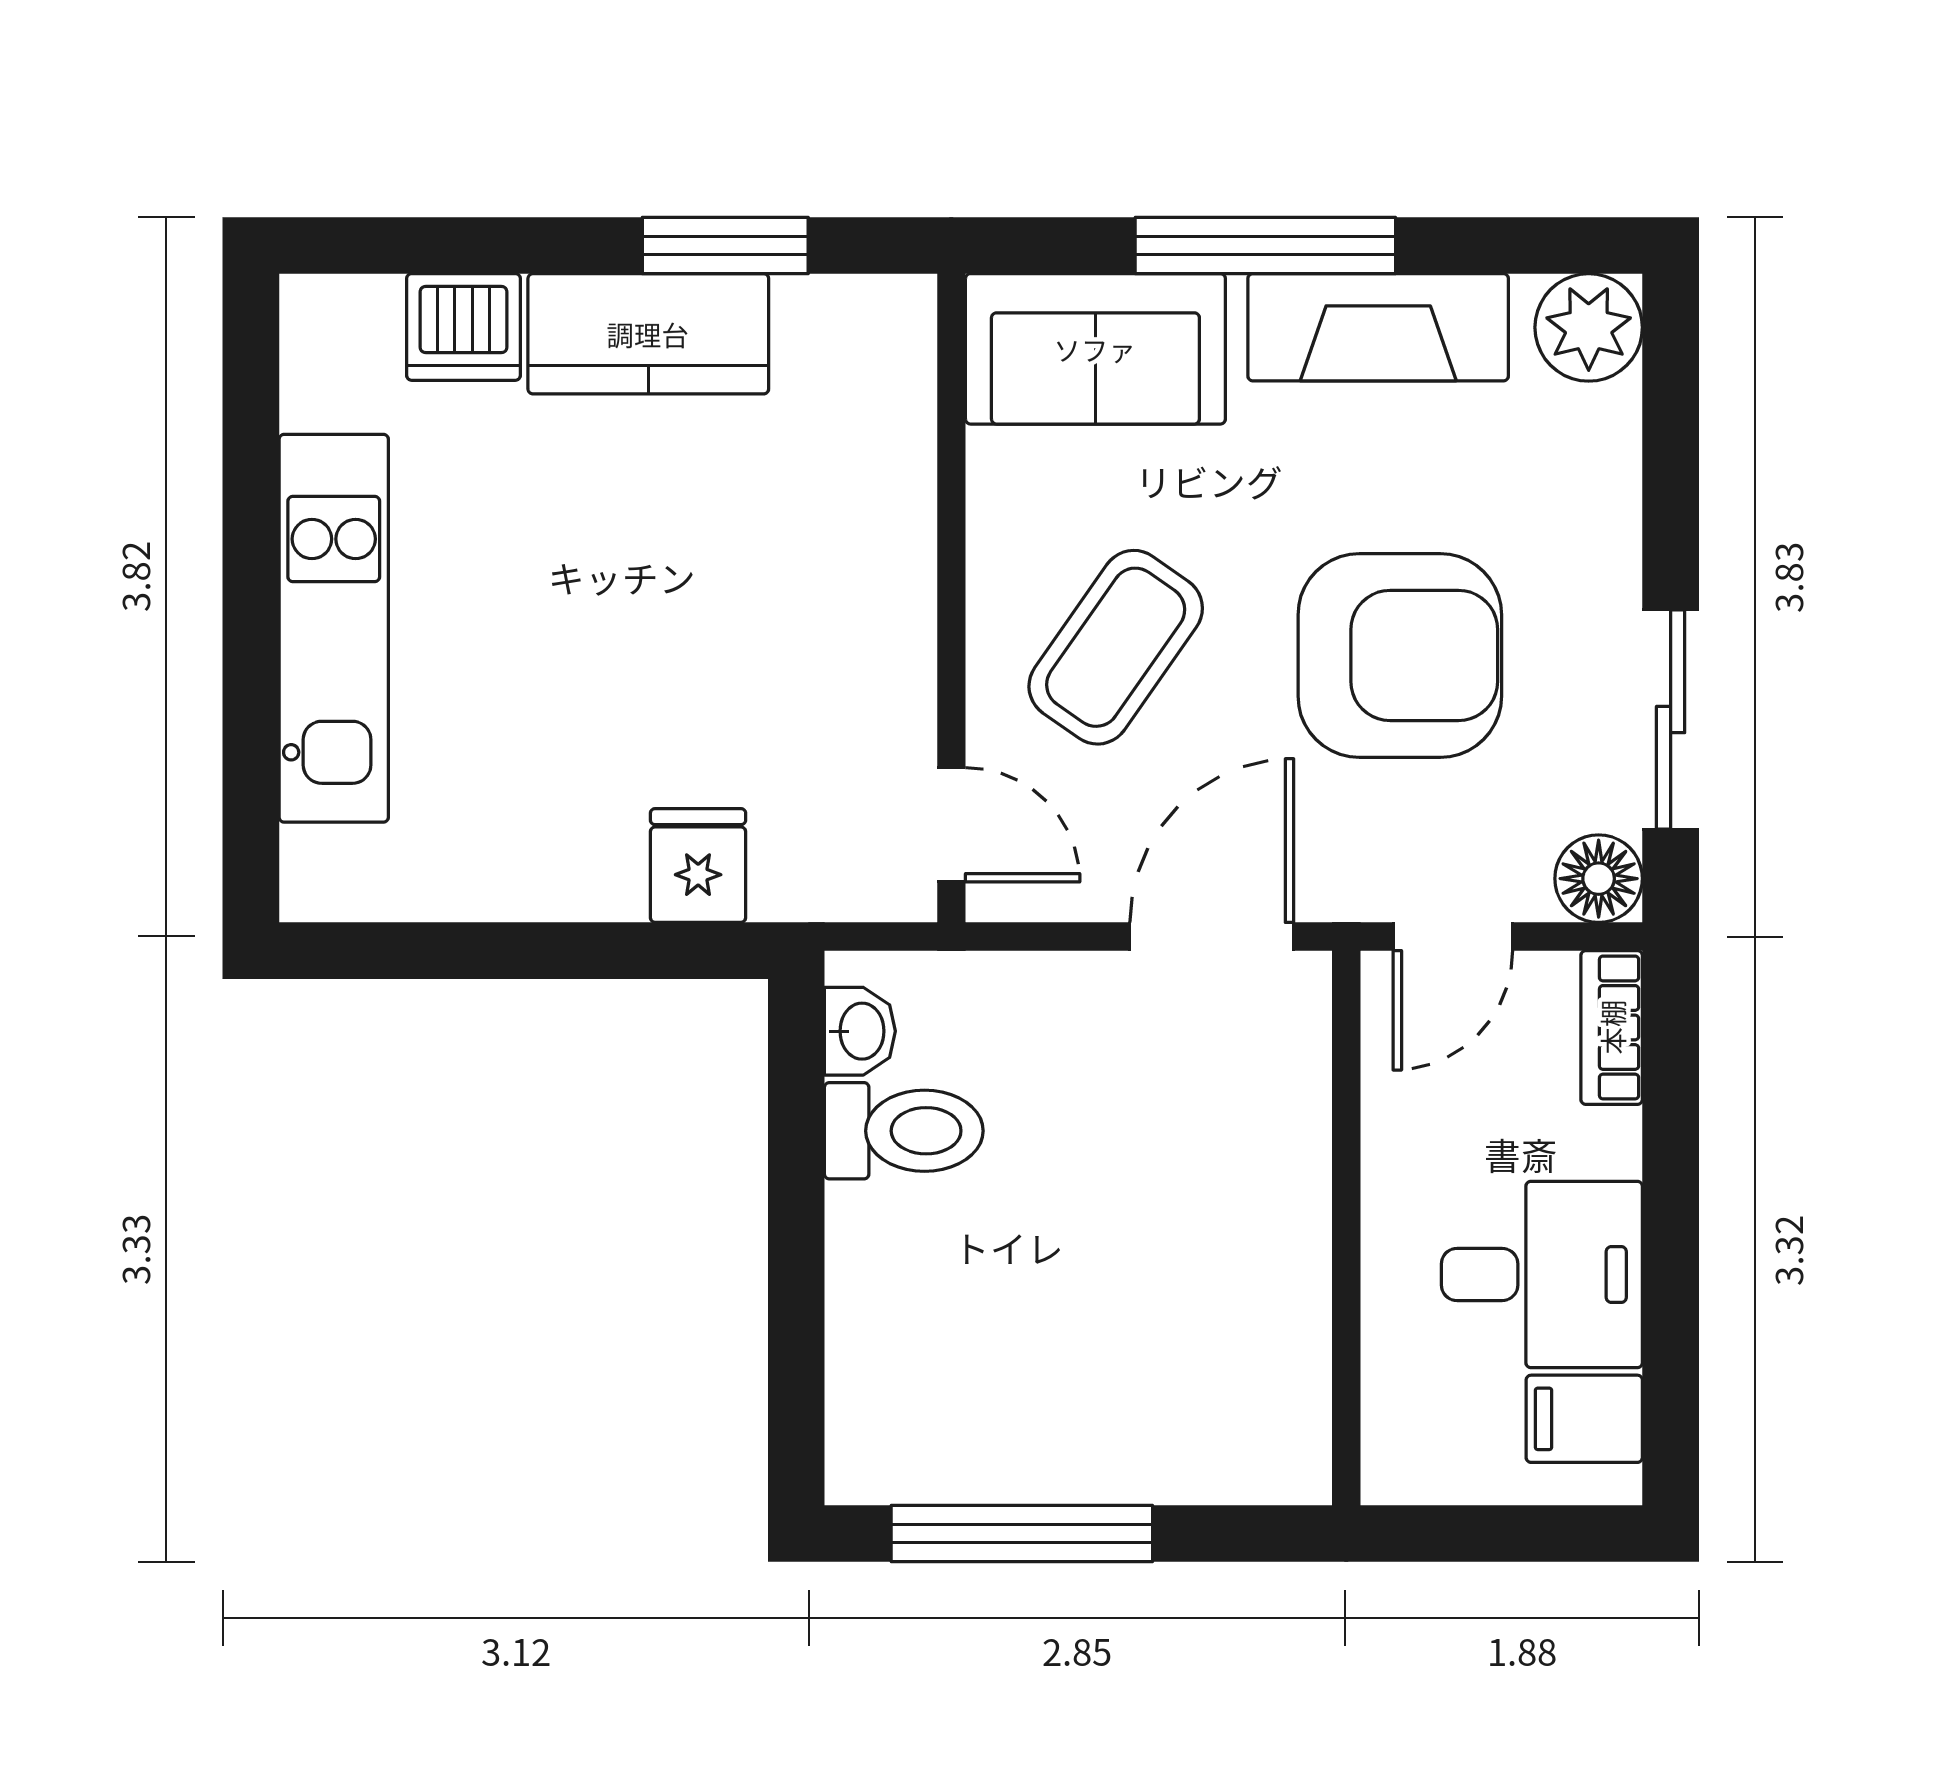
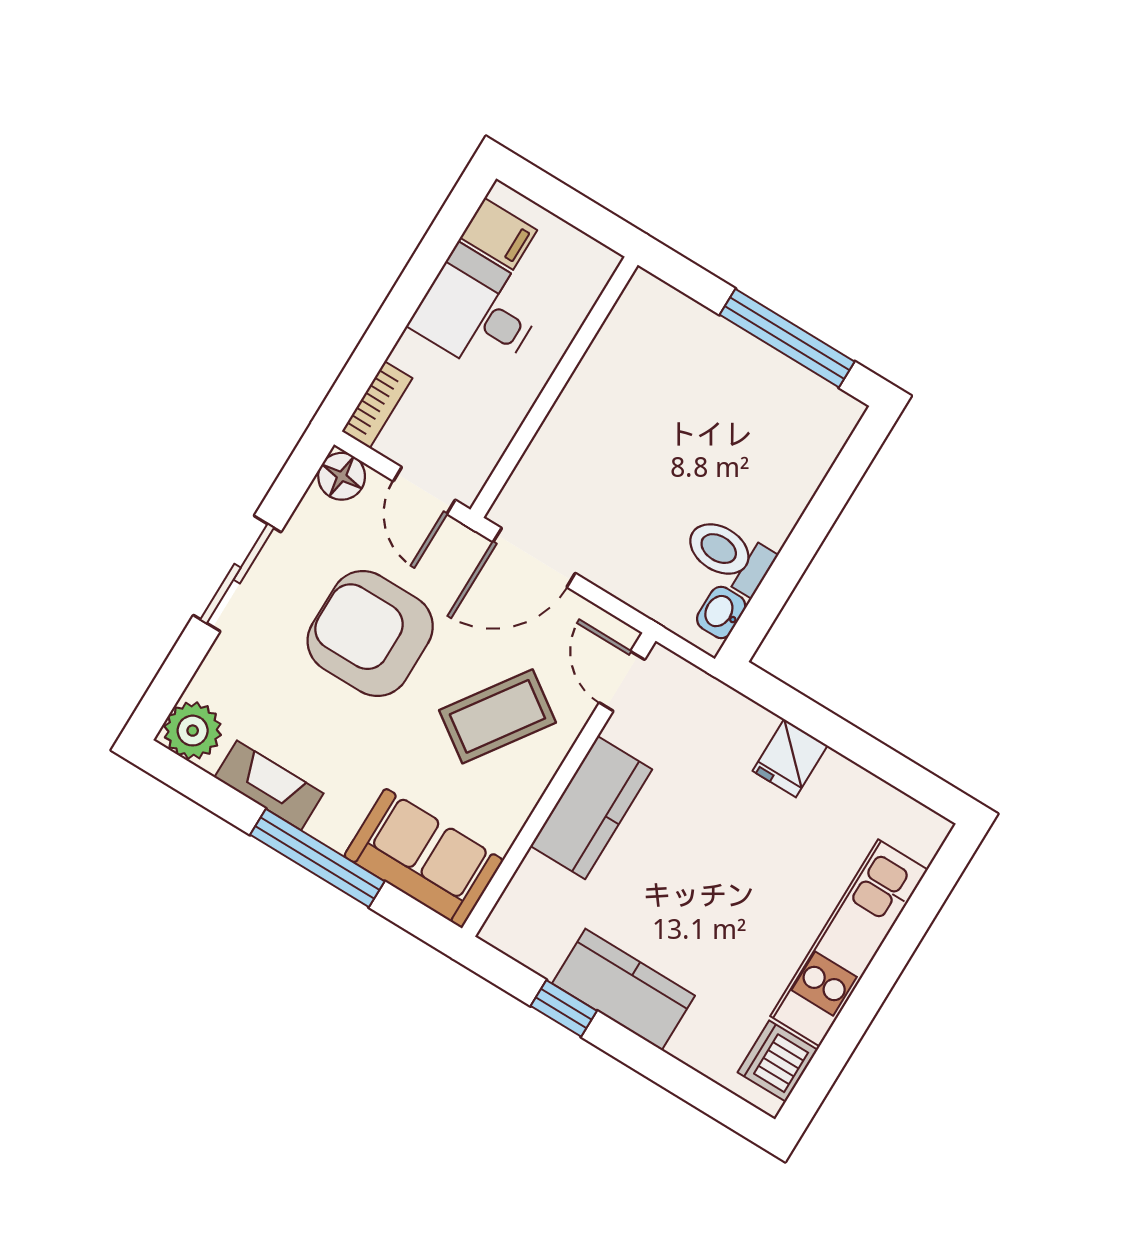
window: (725, 245) -> (564, 1008), width x0.67
dishwasher: (464, 327) -> (778, 1061), moved, turned -90
fireplace: (1378, 327) -> (269, 785), width x0.73, depth x0.76
kitchen counter: (877, 593) -> (591, 808), added
sliding door: (1671, 720) -> (237, 574), moved
fridge: (698, 866) -> (790, 758), moved
door: (1453, 937) -> (424, 490), swing flipped

